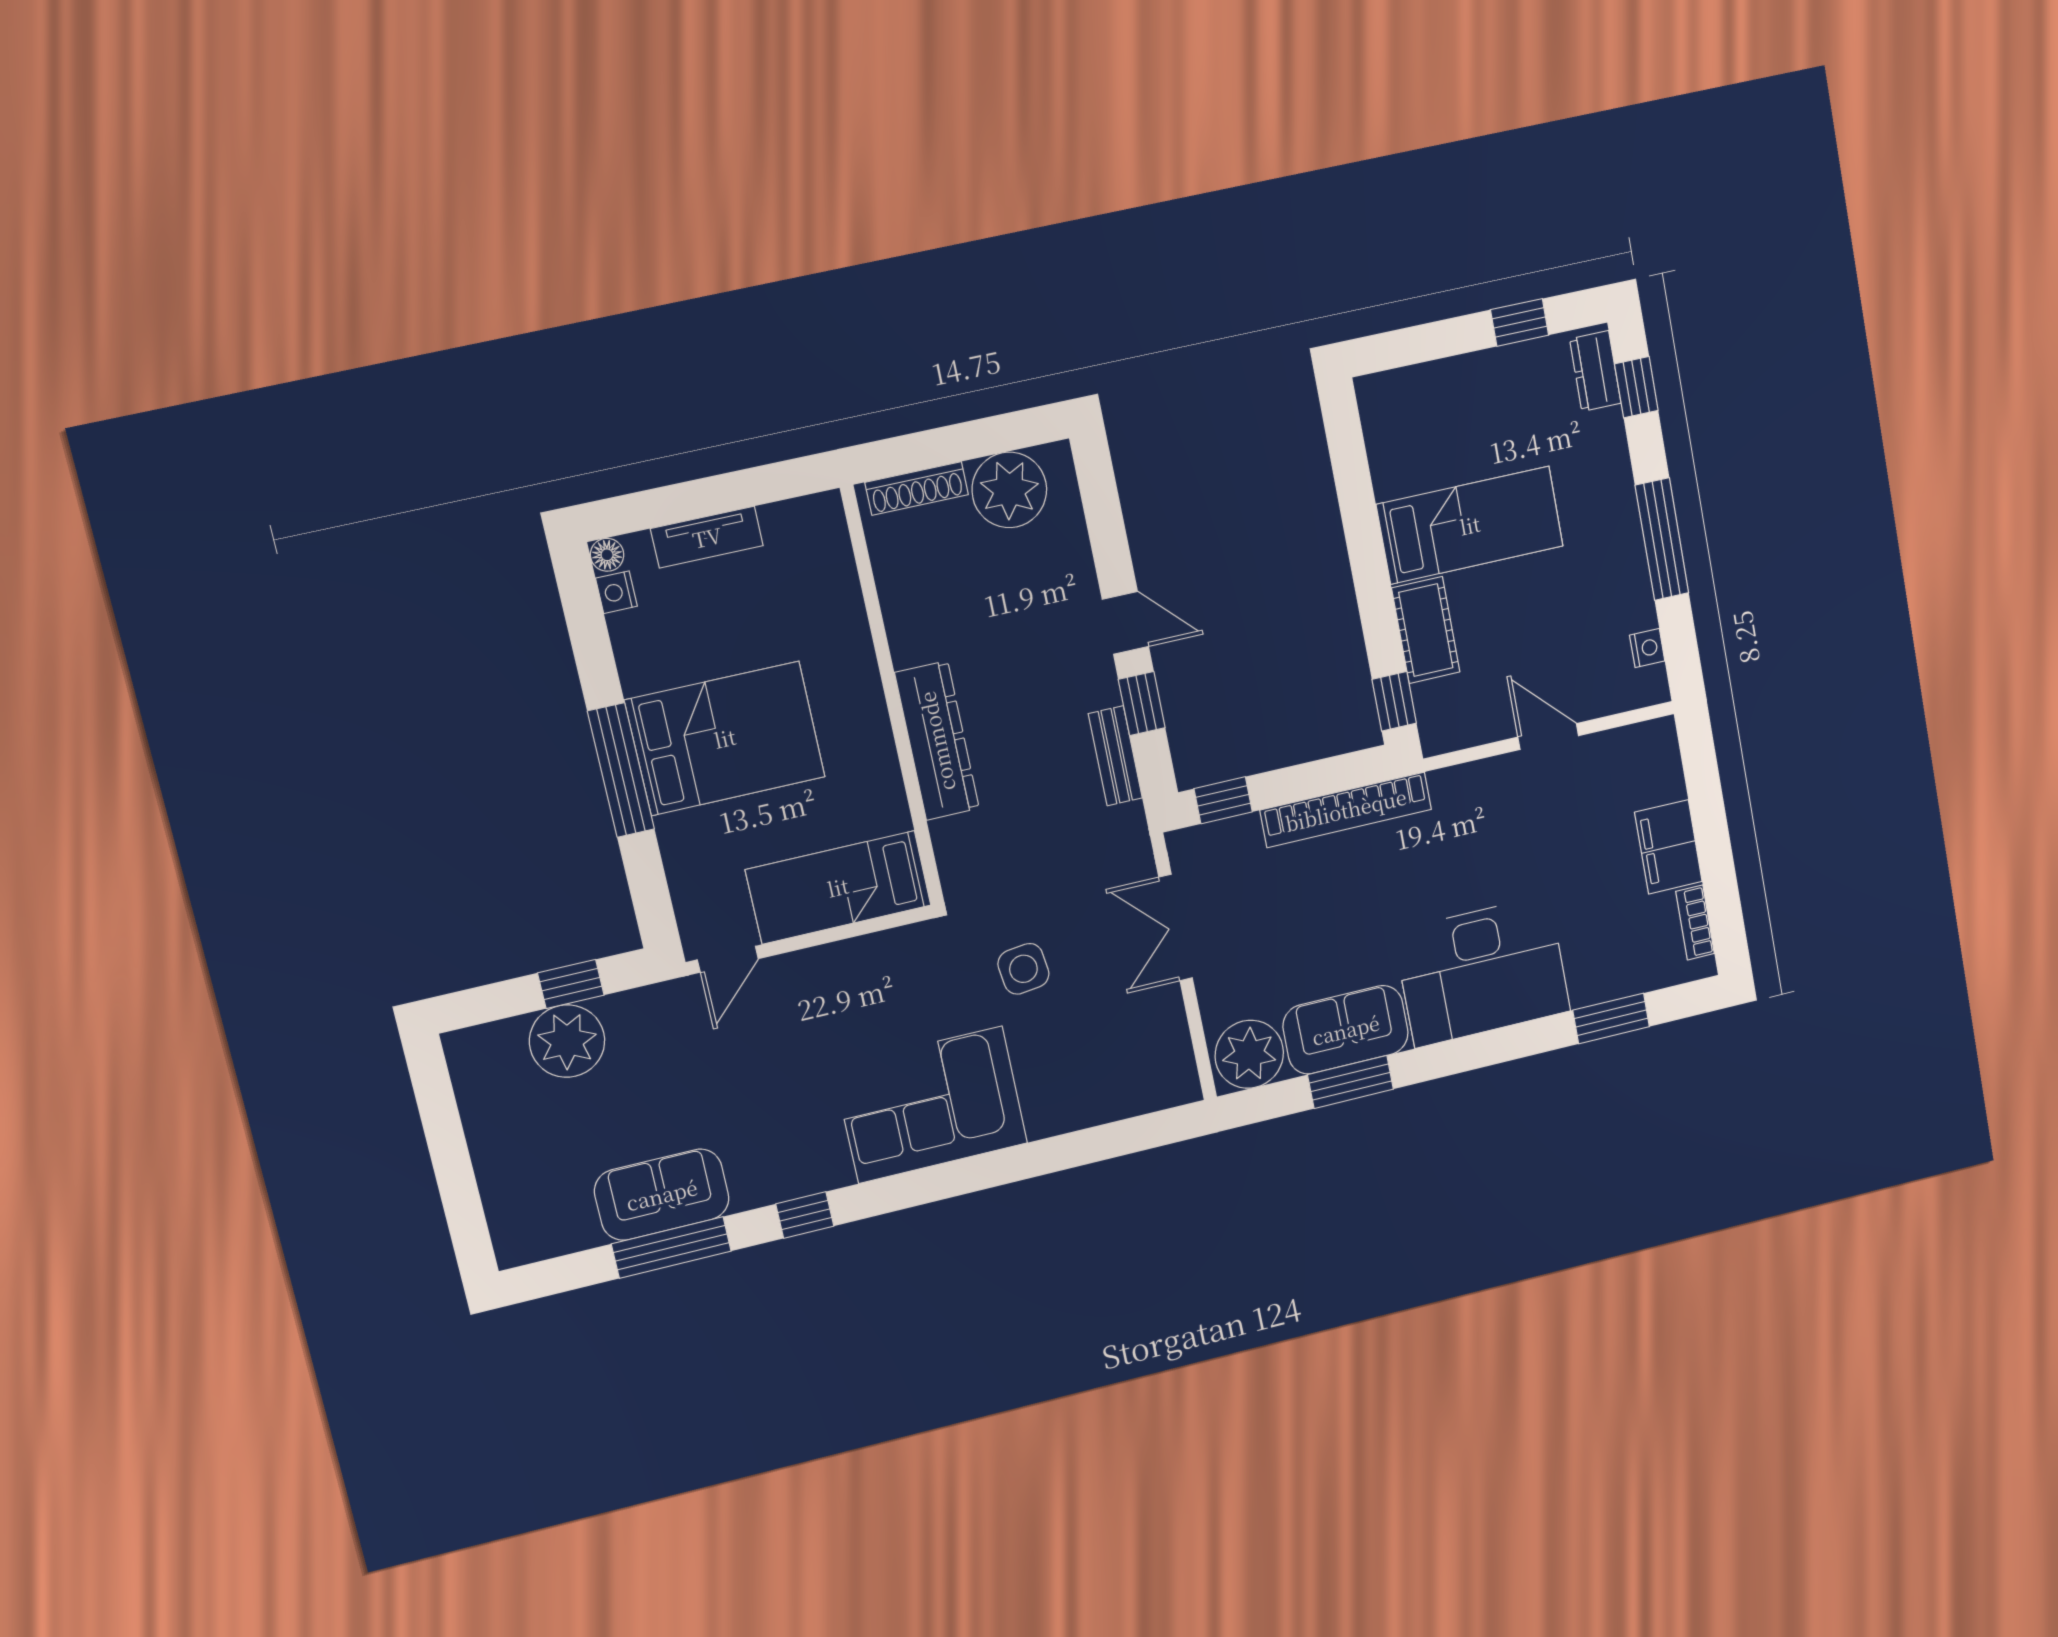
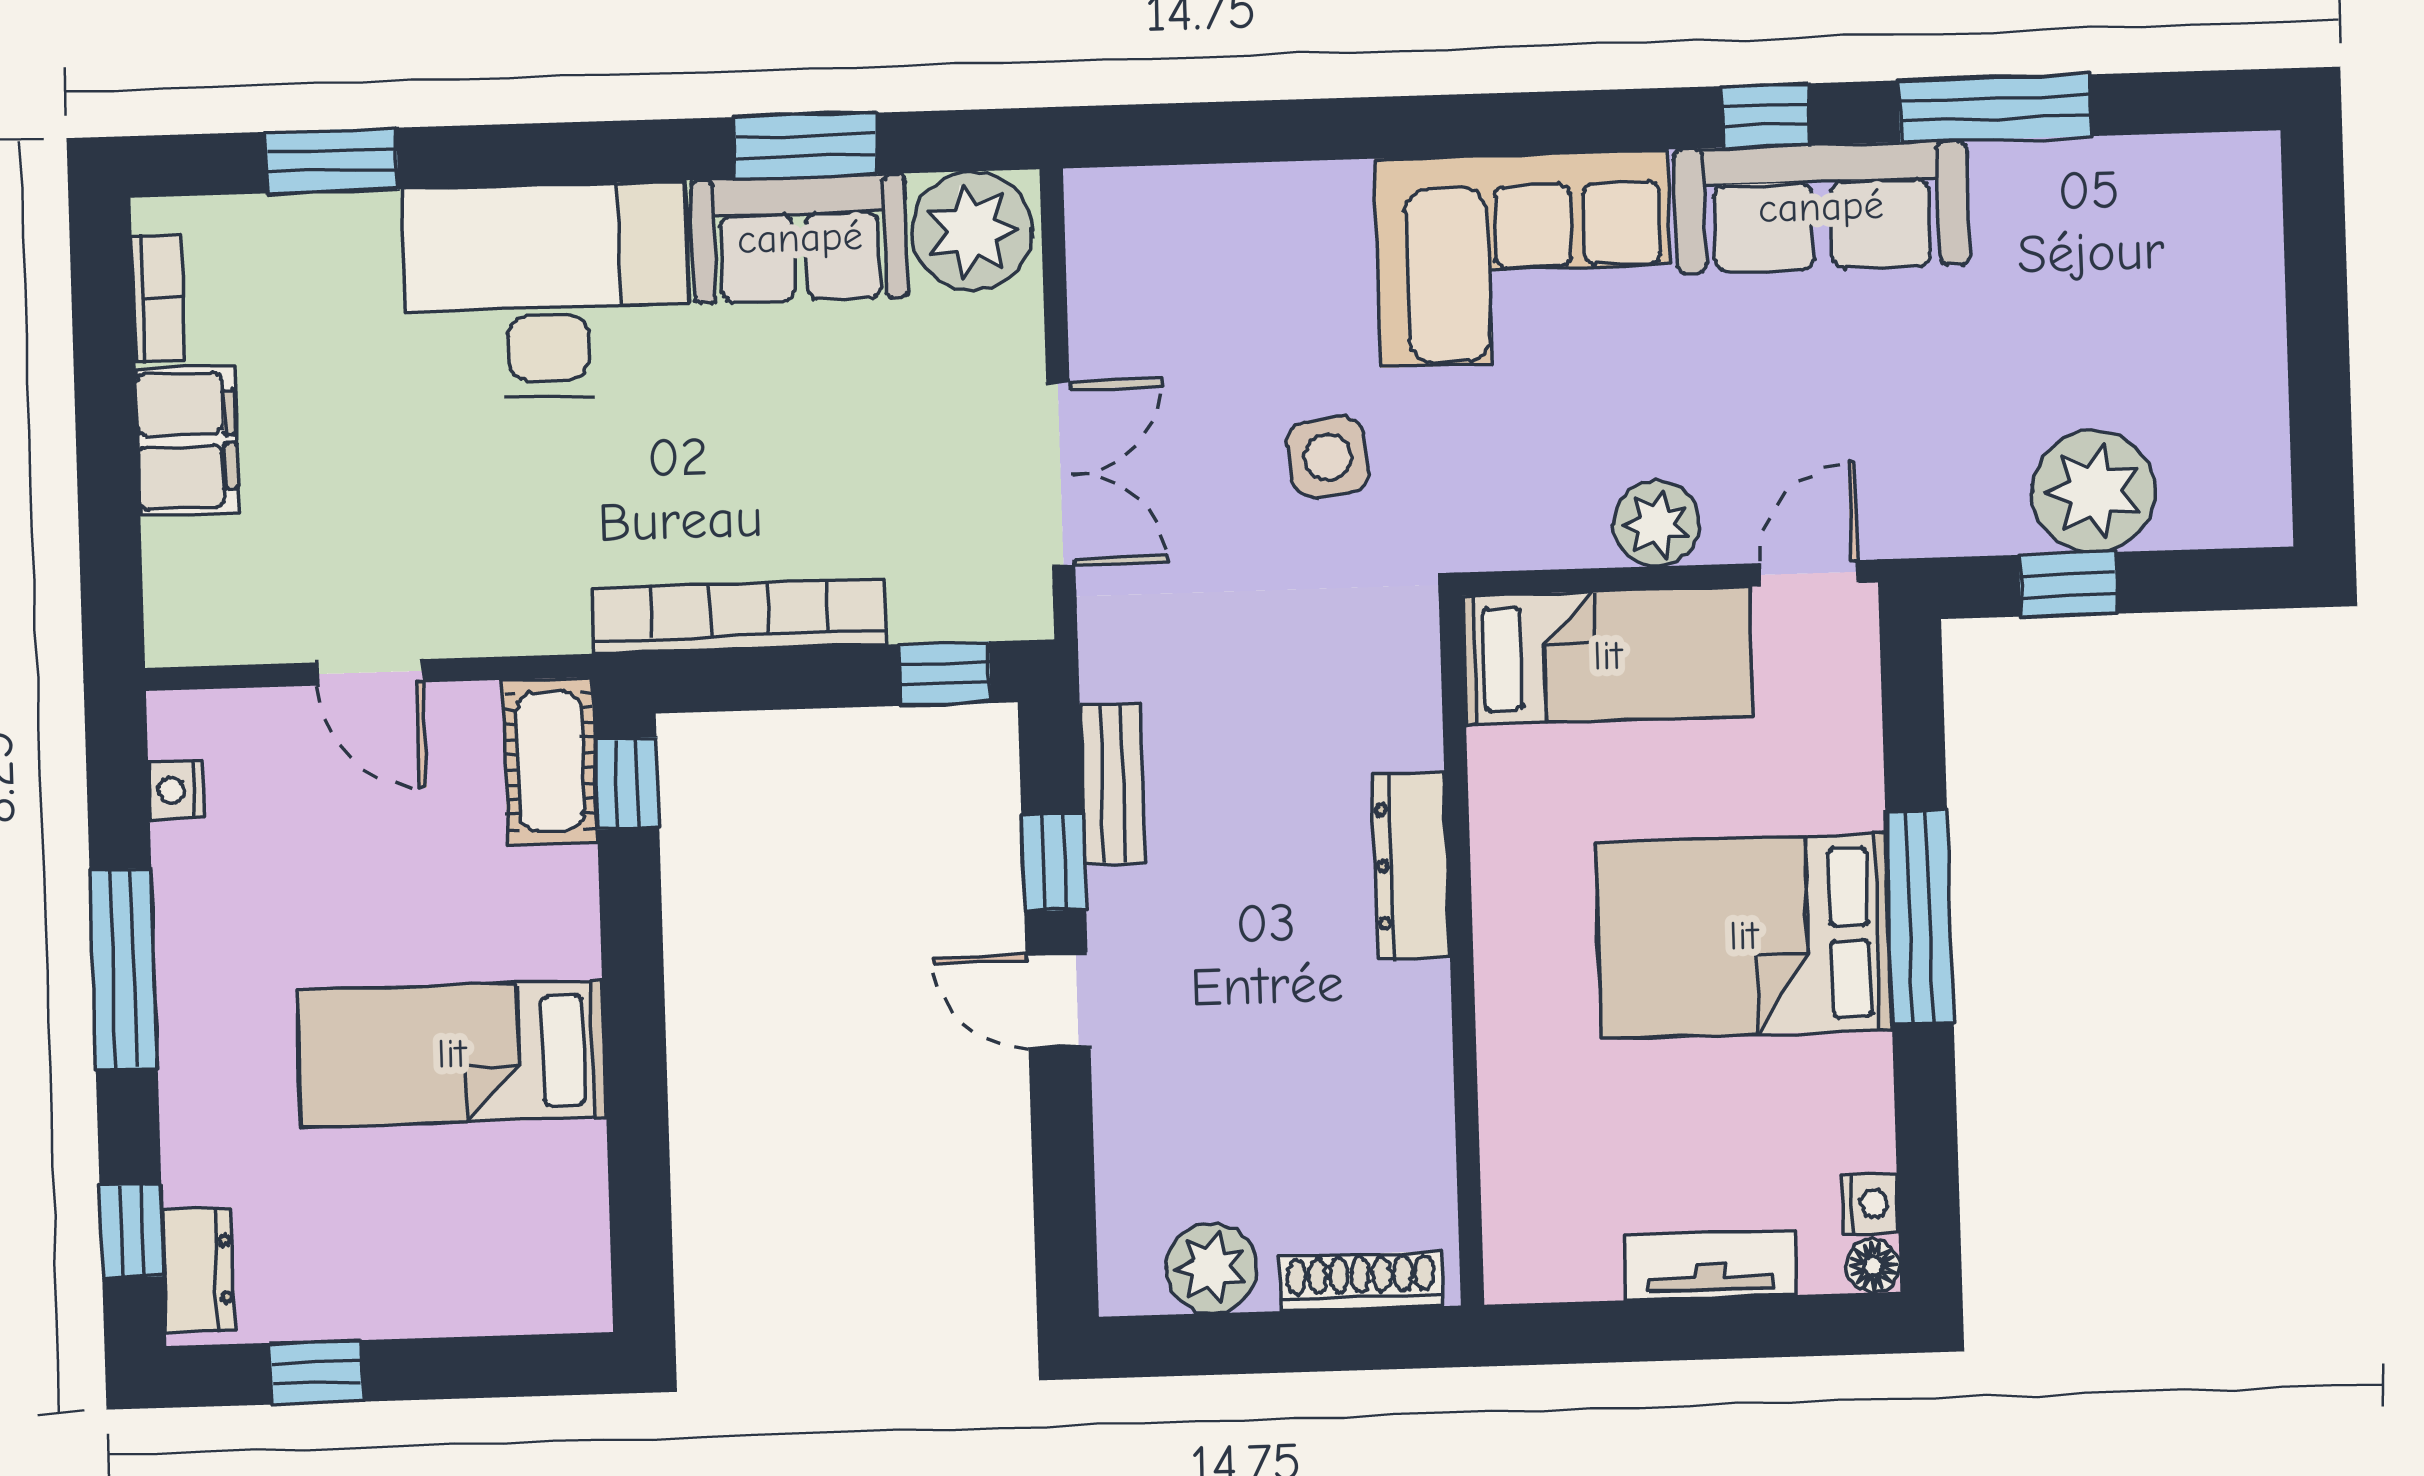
plant: (1009, 490) -> (1211, 1268), width x0.73, depth x0.73
cot: (1426, 630) -> (550, 761), moved
dresser: (937, 741) -> (1411, 866), width x0.73, depth x0.80
plant: (824, 970) -> (1656, 524), added
sofa: (662, 1195) -> (1821, 207), moved, width x1.36

